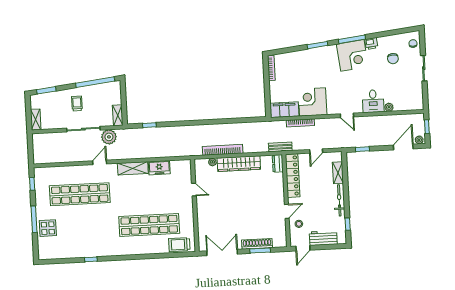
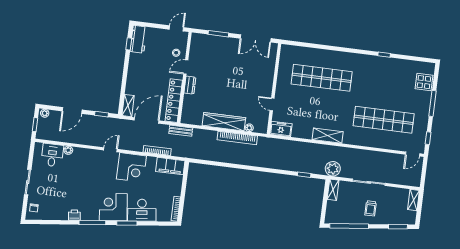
corner desk: (352, 55) -> (113, 207), moved
chair: (393, 59) -> (56, 197), removed
desk: (305, 61) -> (142, 210), added
desk: (373, 101) -> (52, 155), moved
corner desk: (313, 102) -> (131, 167), moved
door: (347, 115) -> (110, 150), hinge flipped
plant: (109, 137) -> (333, 169), moved
door: (403, 147) -> (72, 110), moved
door: (316, 151) -> (147, 120), width x1.88
door: (100, 162) -> (413, 154), moved
dresser: (278, 163) -> (190, 85), moved
freezer: (159, 168) -> (281, 129), moved
shelving: (338, 173) -> (128, 106), moved
bicycle: (339, 200) -> (133, 69), removed
display table: (48, 228) -> (424, 82), moved
workbench: (323, 238) -> (139, 39), moved, turned -90
shoe rack: (257, 244) -> (220, 41), removed
trolley: (179, 245) -> (296, 54), removed

